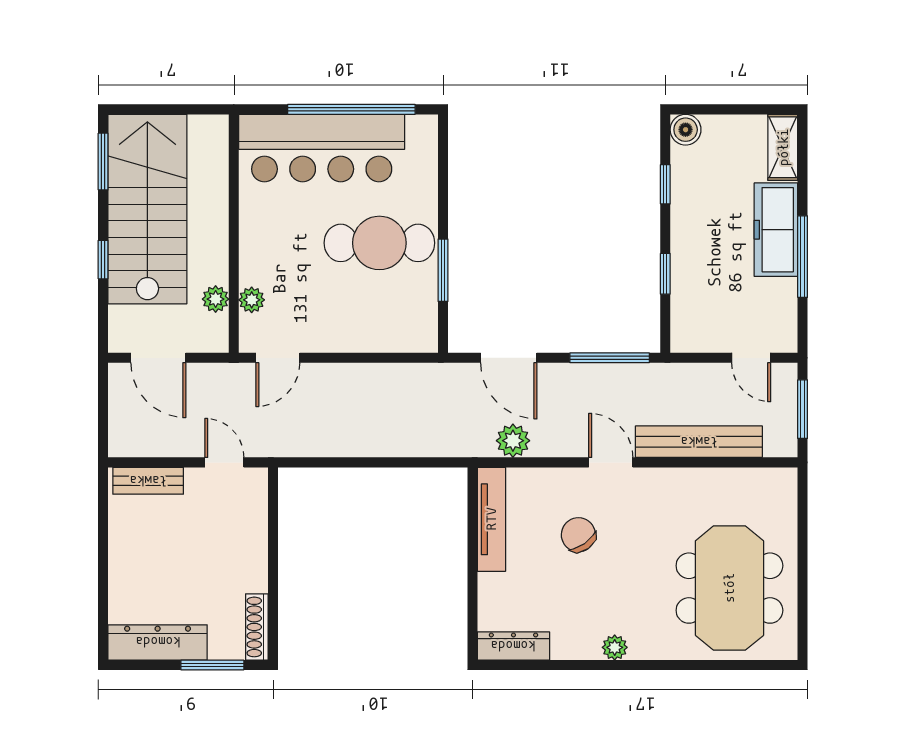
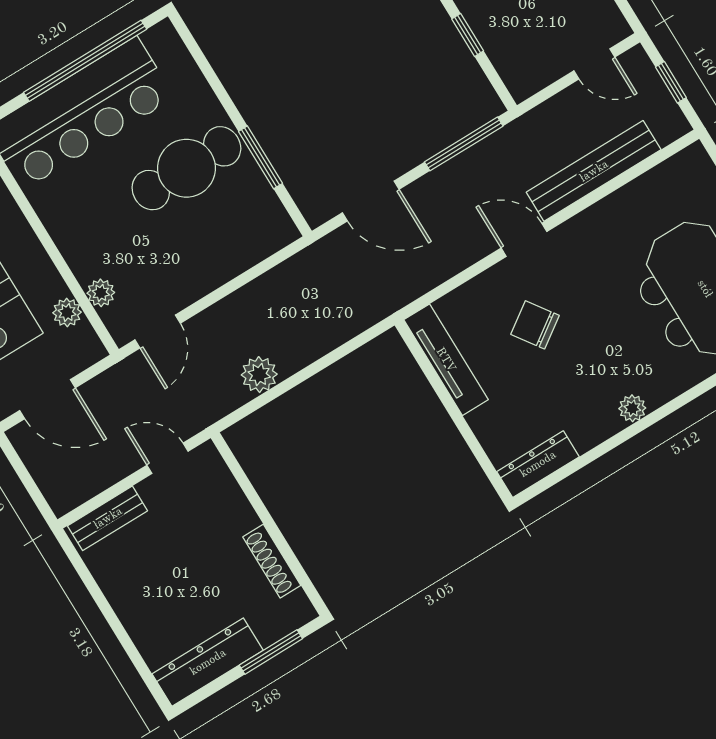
window: (803, 409) -> (671, 82), width x0.67
plant: (513, 441) -> (259, 375), moved
shoe rack: (257, 627) -> (272, 561), moved

